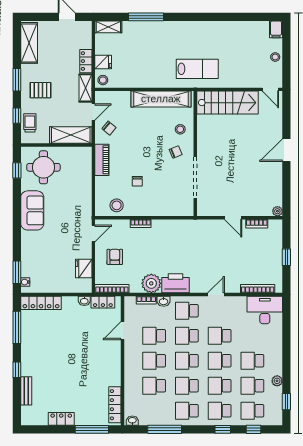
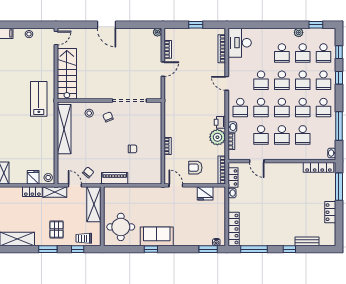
window: (17, 170) -> (151, 249), moved
stool: (117, 205) -> (152, 166), removed
printer: (175, 283) -> (220, 122), width x0.53, depth x0.68

